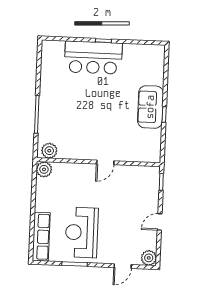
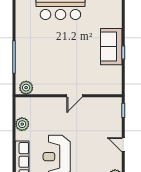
plant: (44, 169) -> (22, 124), moved
door: (160, 222) -> (123, 145), hinge flipped

